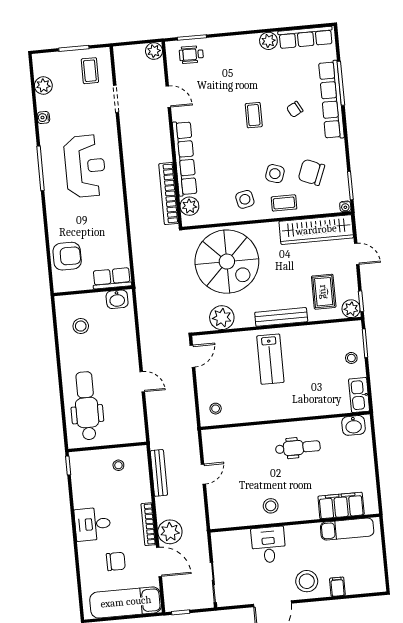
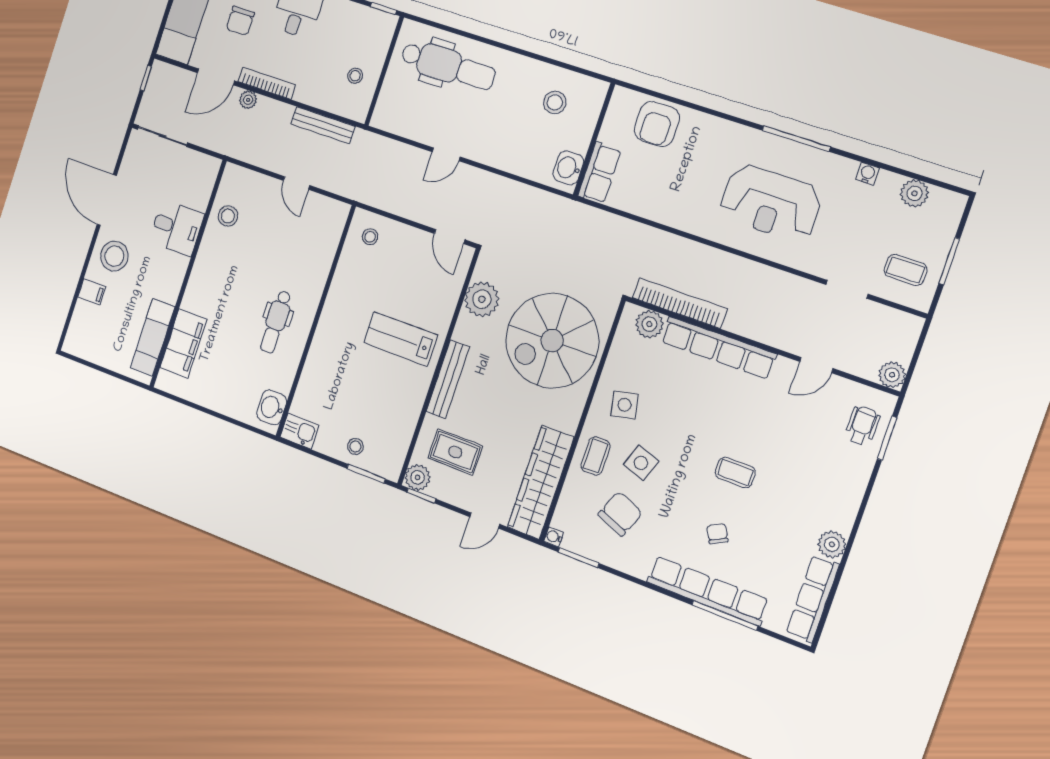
kitchen sink: (359, 395) -> (300, 431), width x0.73
stool: (271, 506) -> (228, 216), moved
plant: (170, 532) -> (248, 100), width x0.53, depth x0.53

